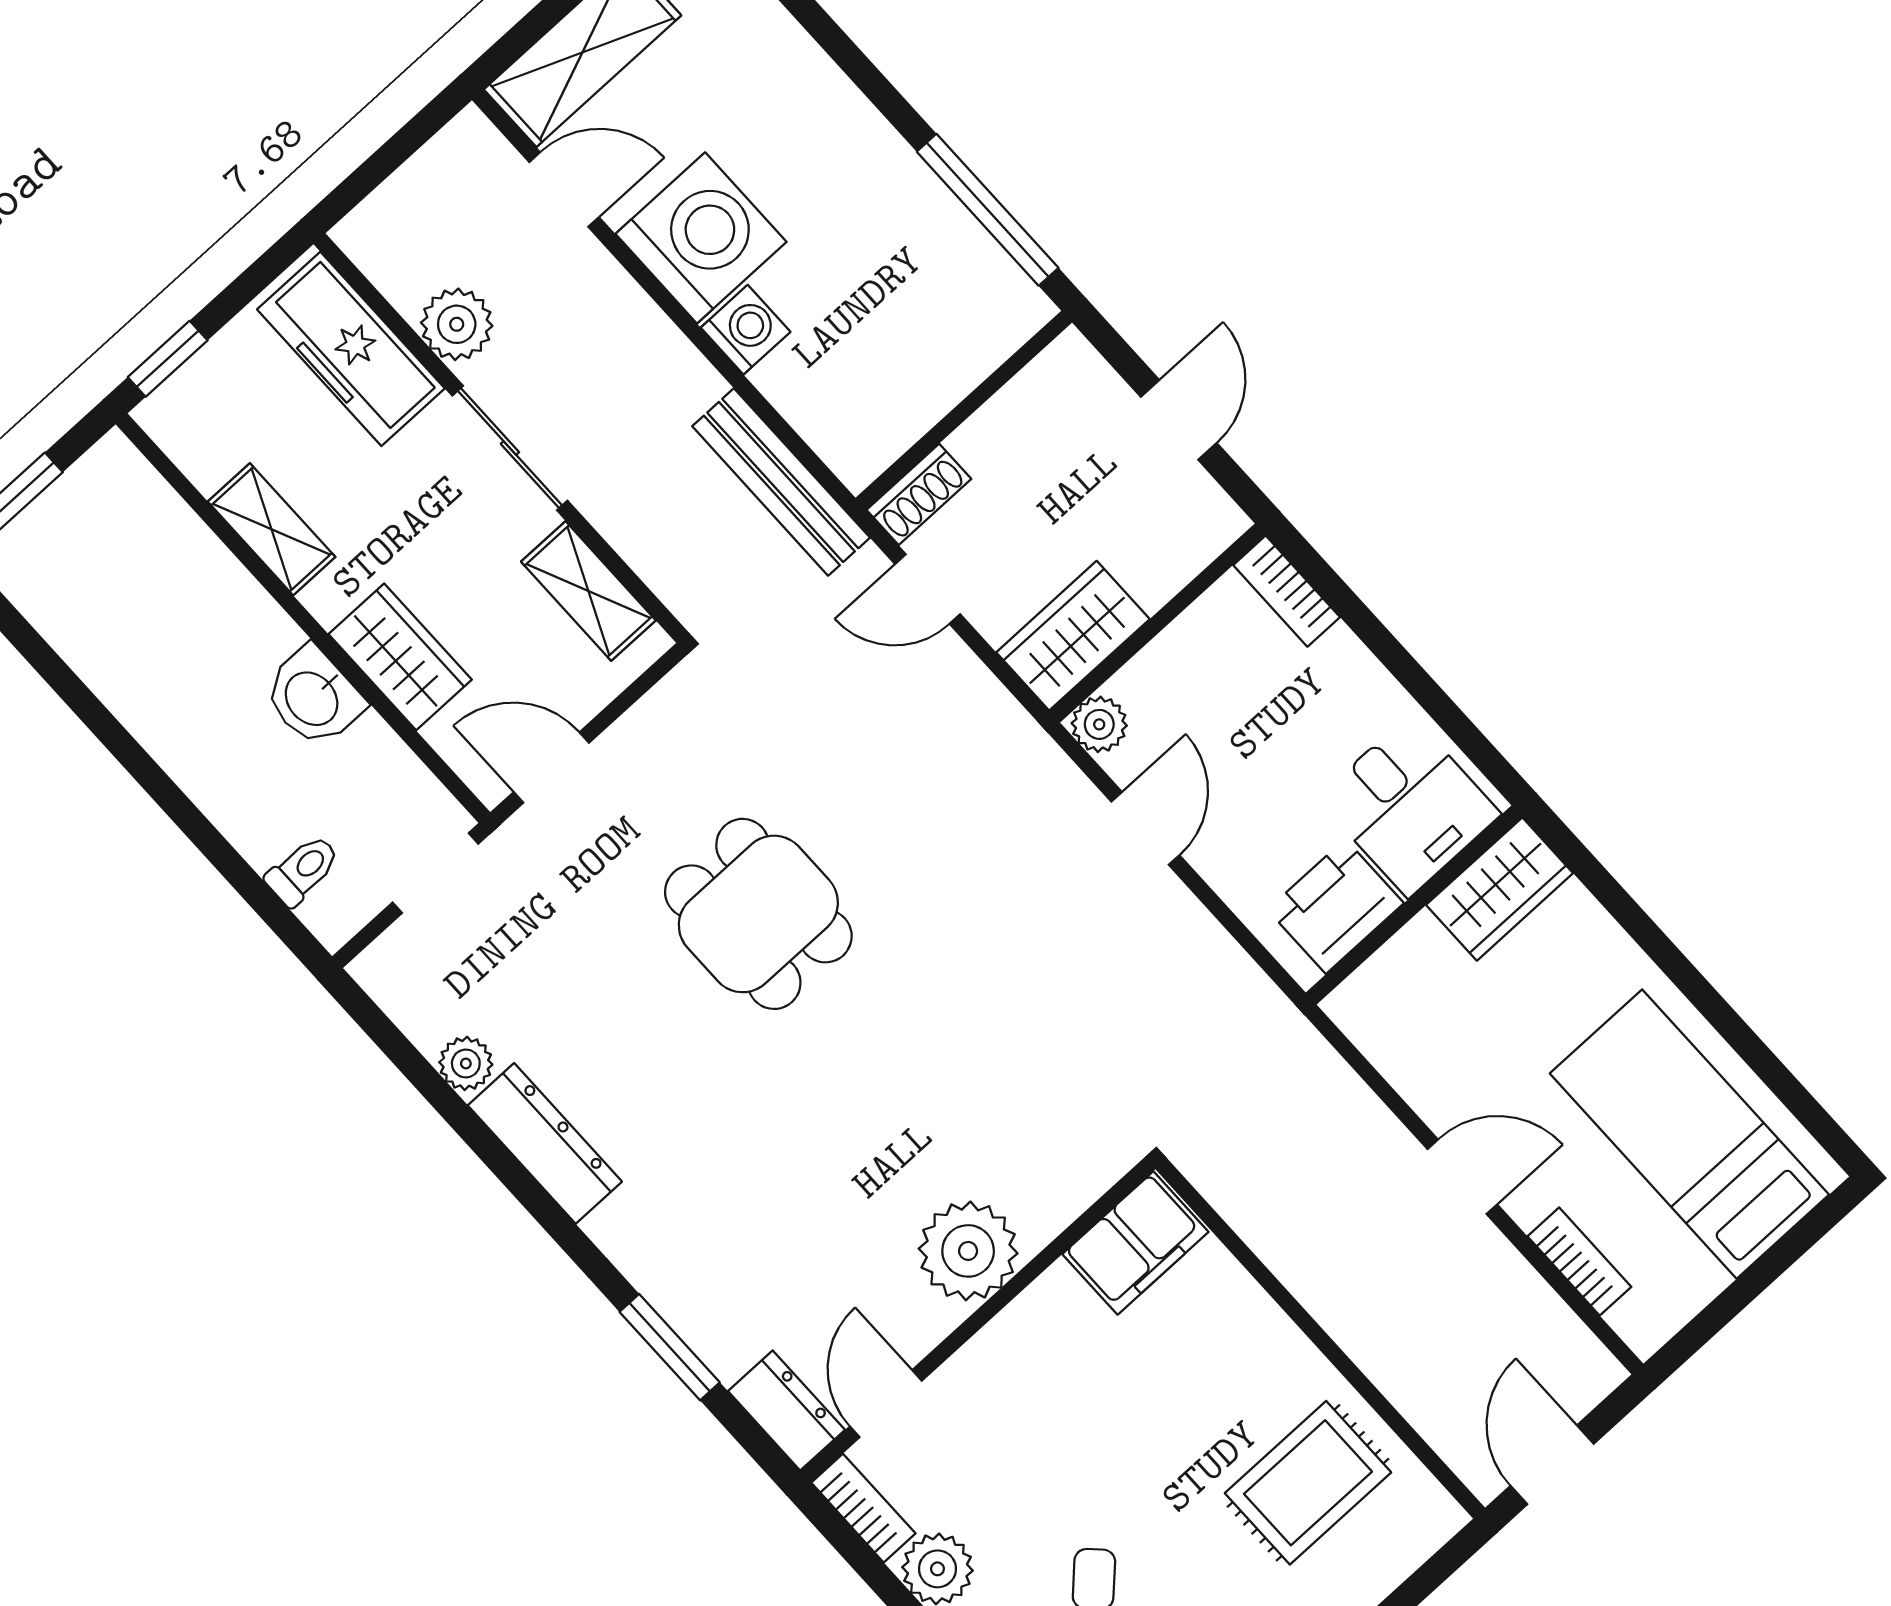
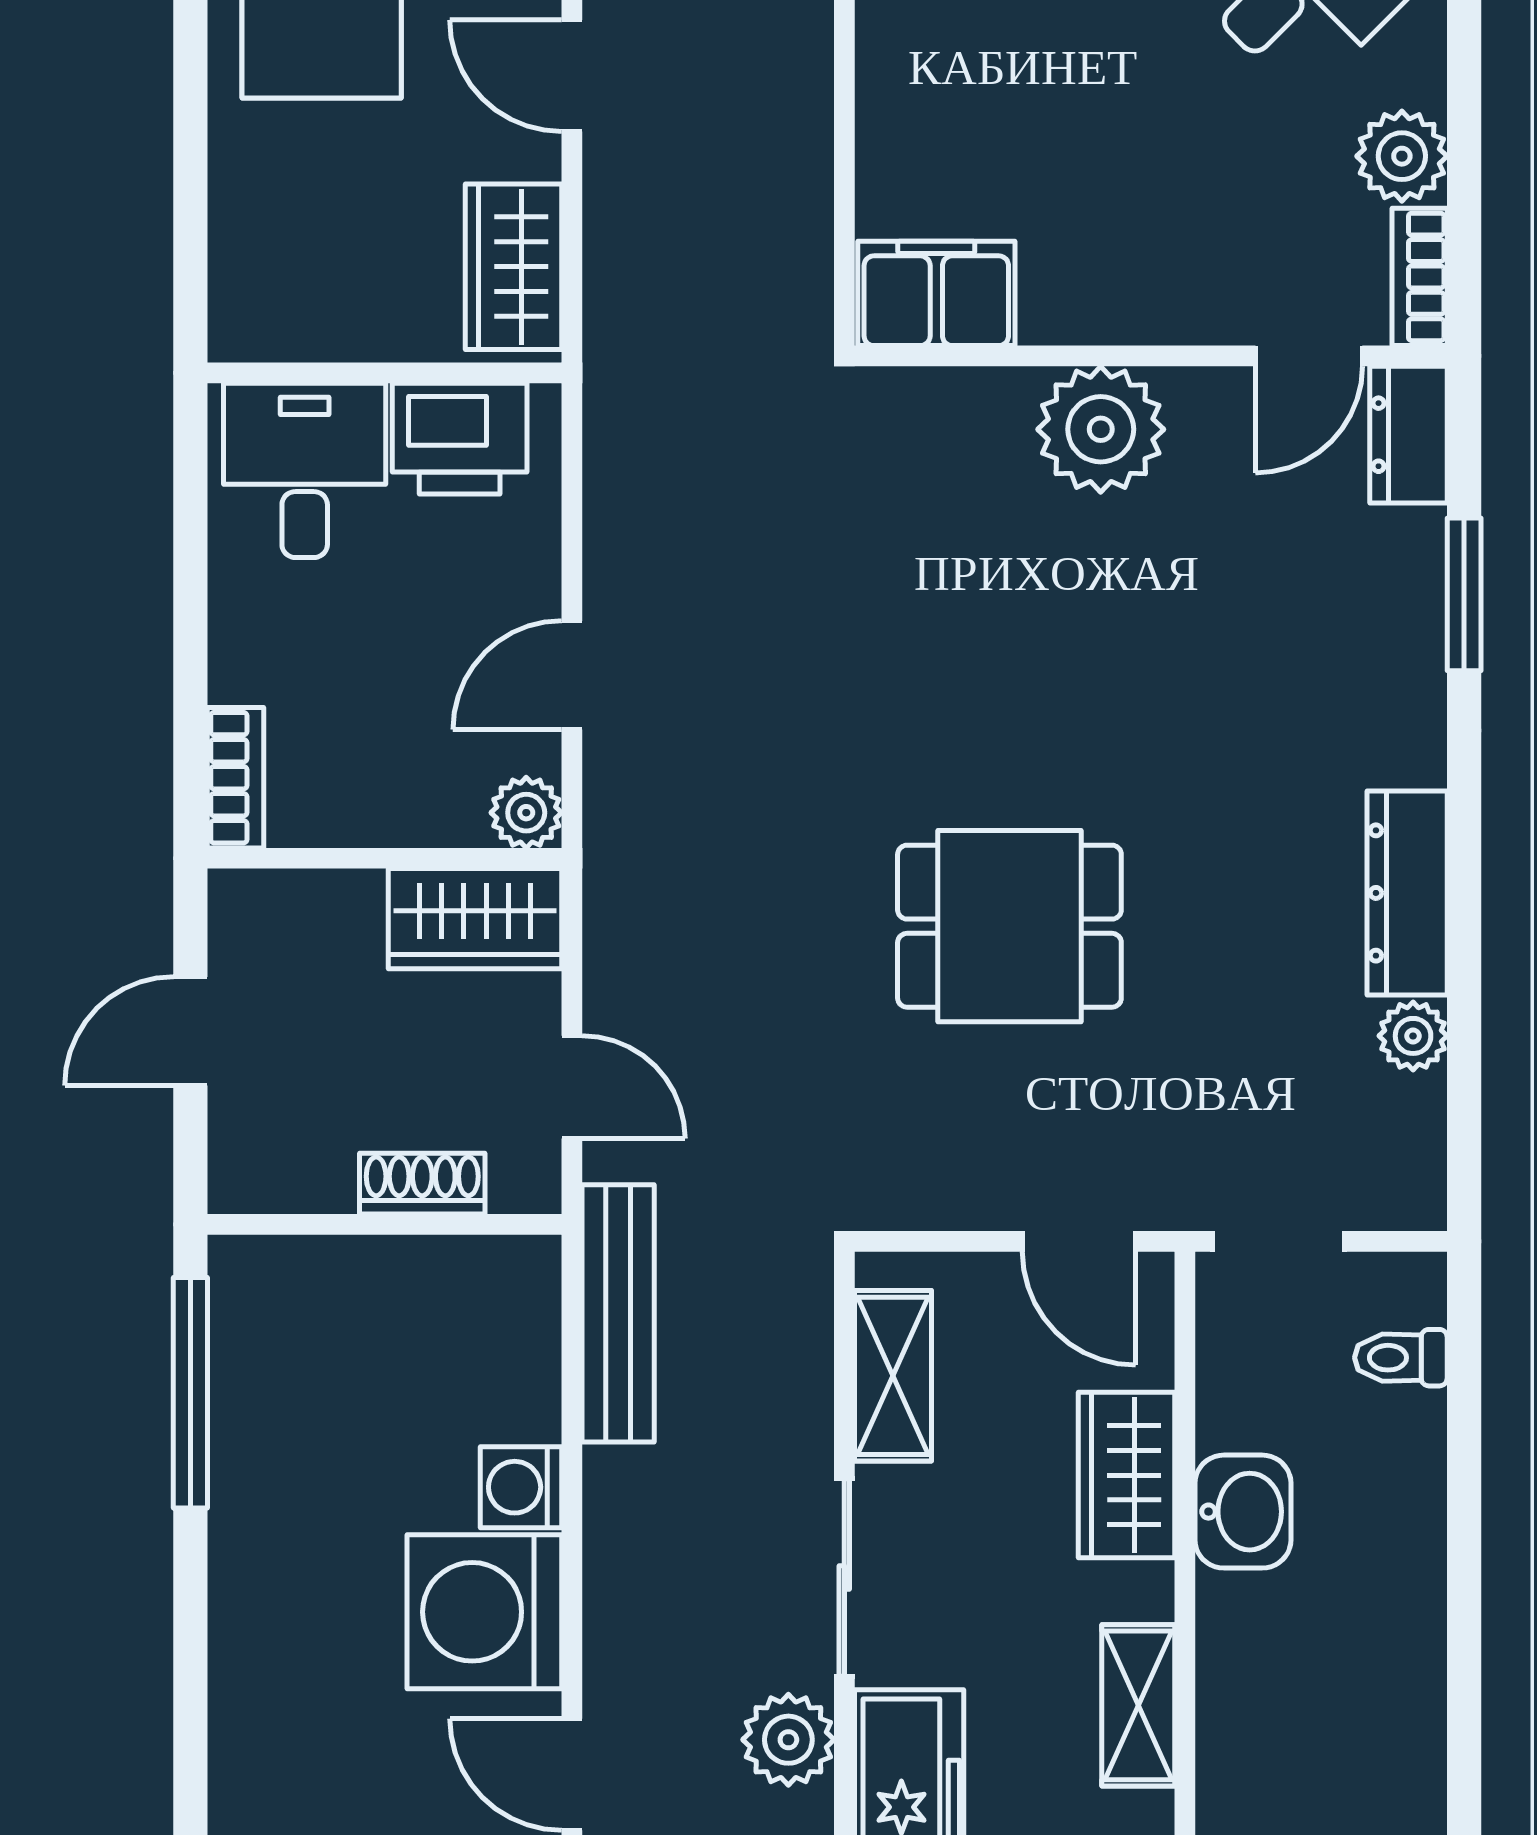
shoe rack: (919, 494) -> (422, 1184), moved
wardrobe: (1500, 889) -> (514, 267), moved, turned -90
dining table: (758, 914) -> (1009, 926), turned 90

